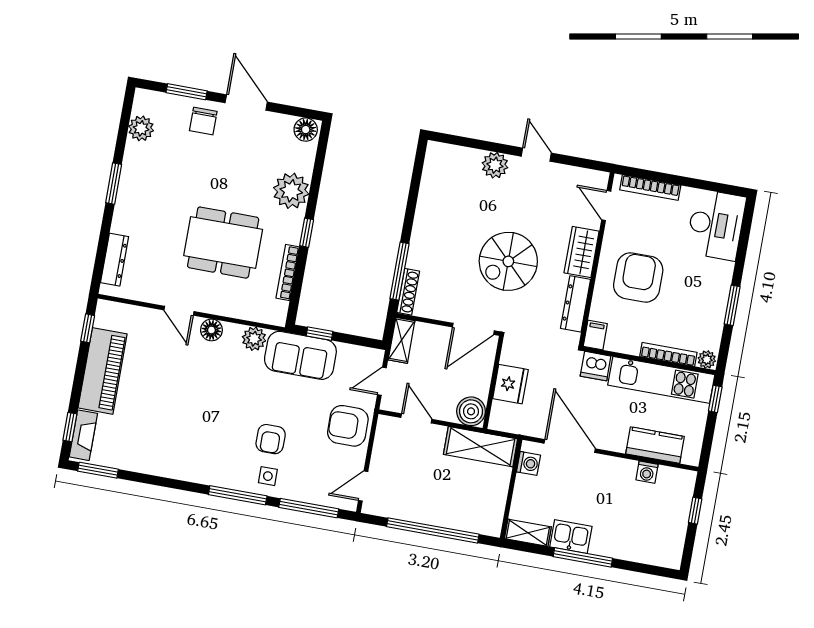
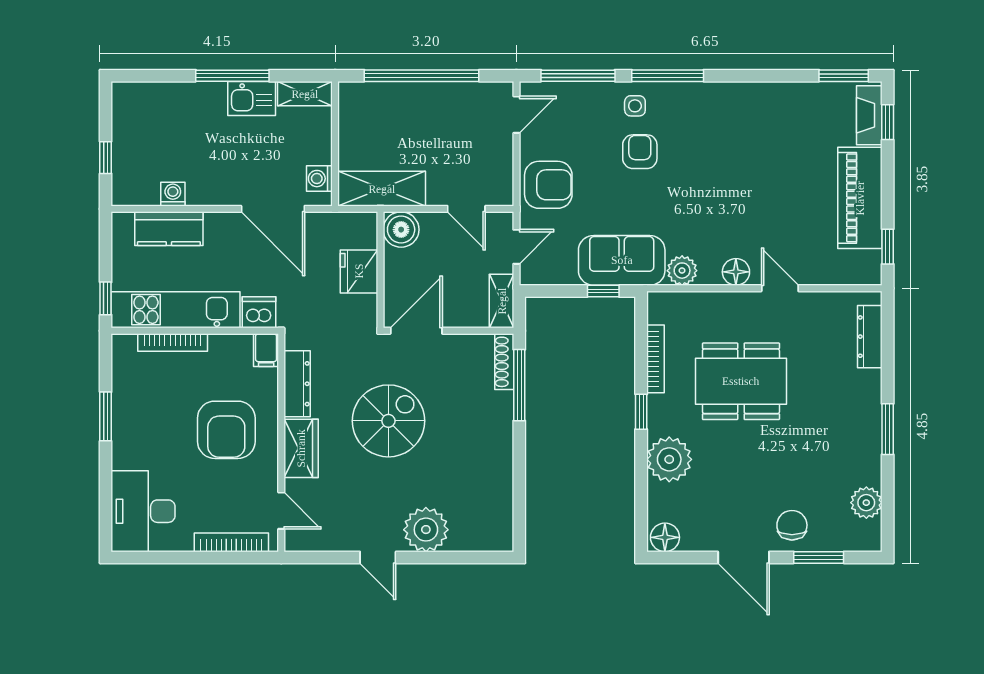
plant: (495, 165) -> (426, 530), width x1.36, depth x1.36
plant: (707, 359) -> (124, 345), removed

